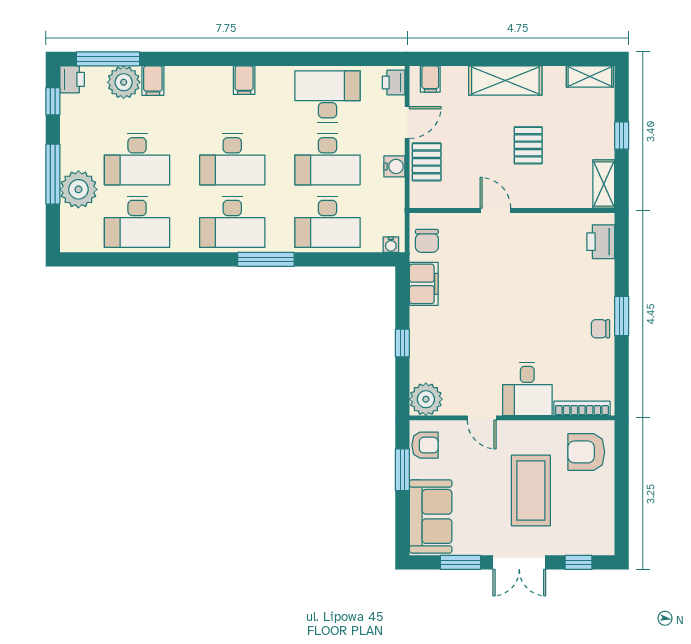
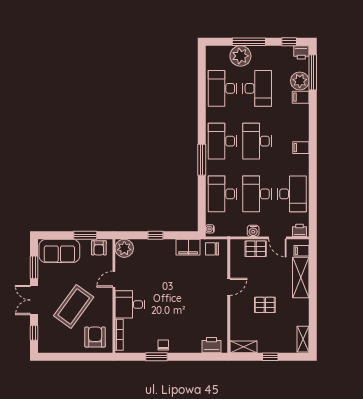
shelving: (505, 81) -> (301, 278), moved
desk: (137, 159) -> (257, 88), turned 180
window: (622, 316) -> (157, 357), moved
coffee table: (531, 490) -> (74, 306), turned -54

